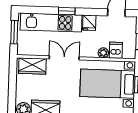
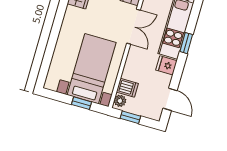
plant: (103, 53) -> (120, 101), moved

